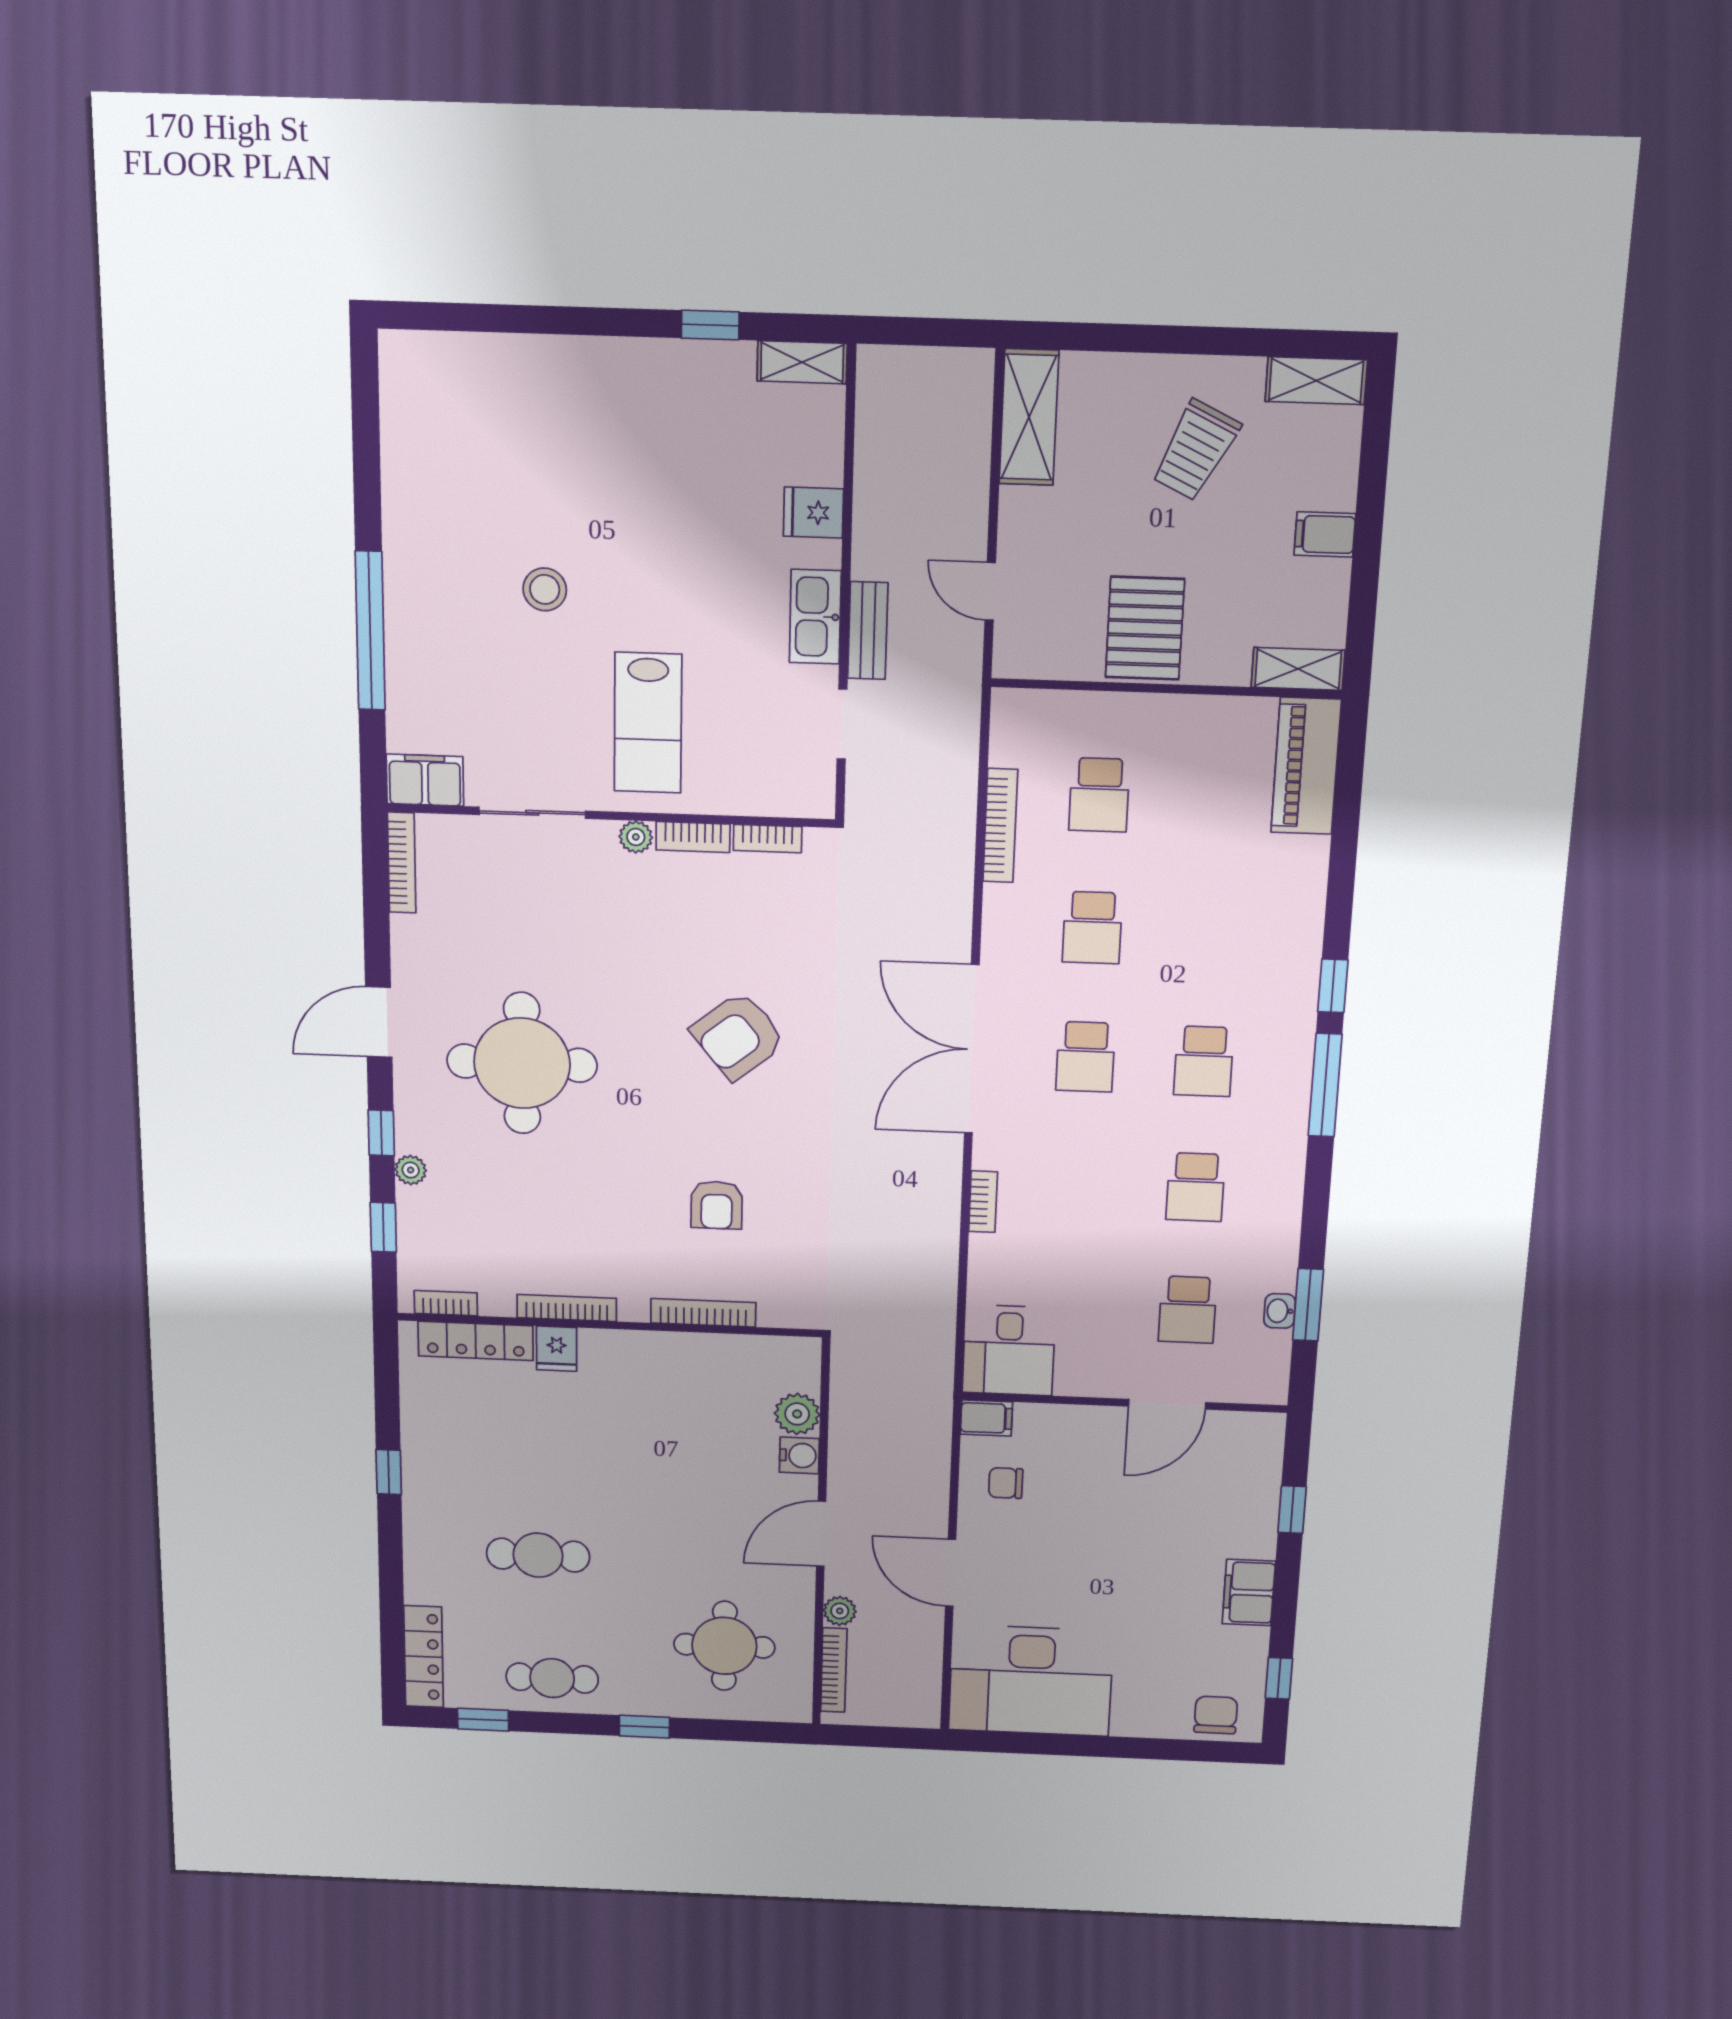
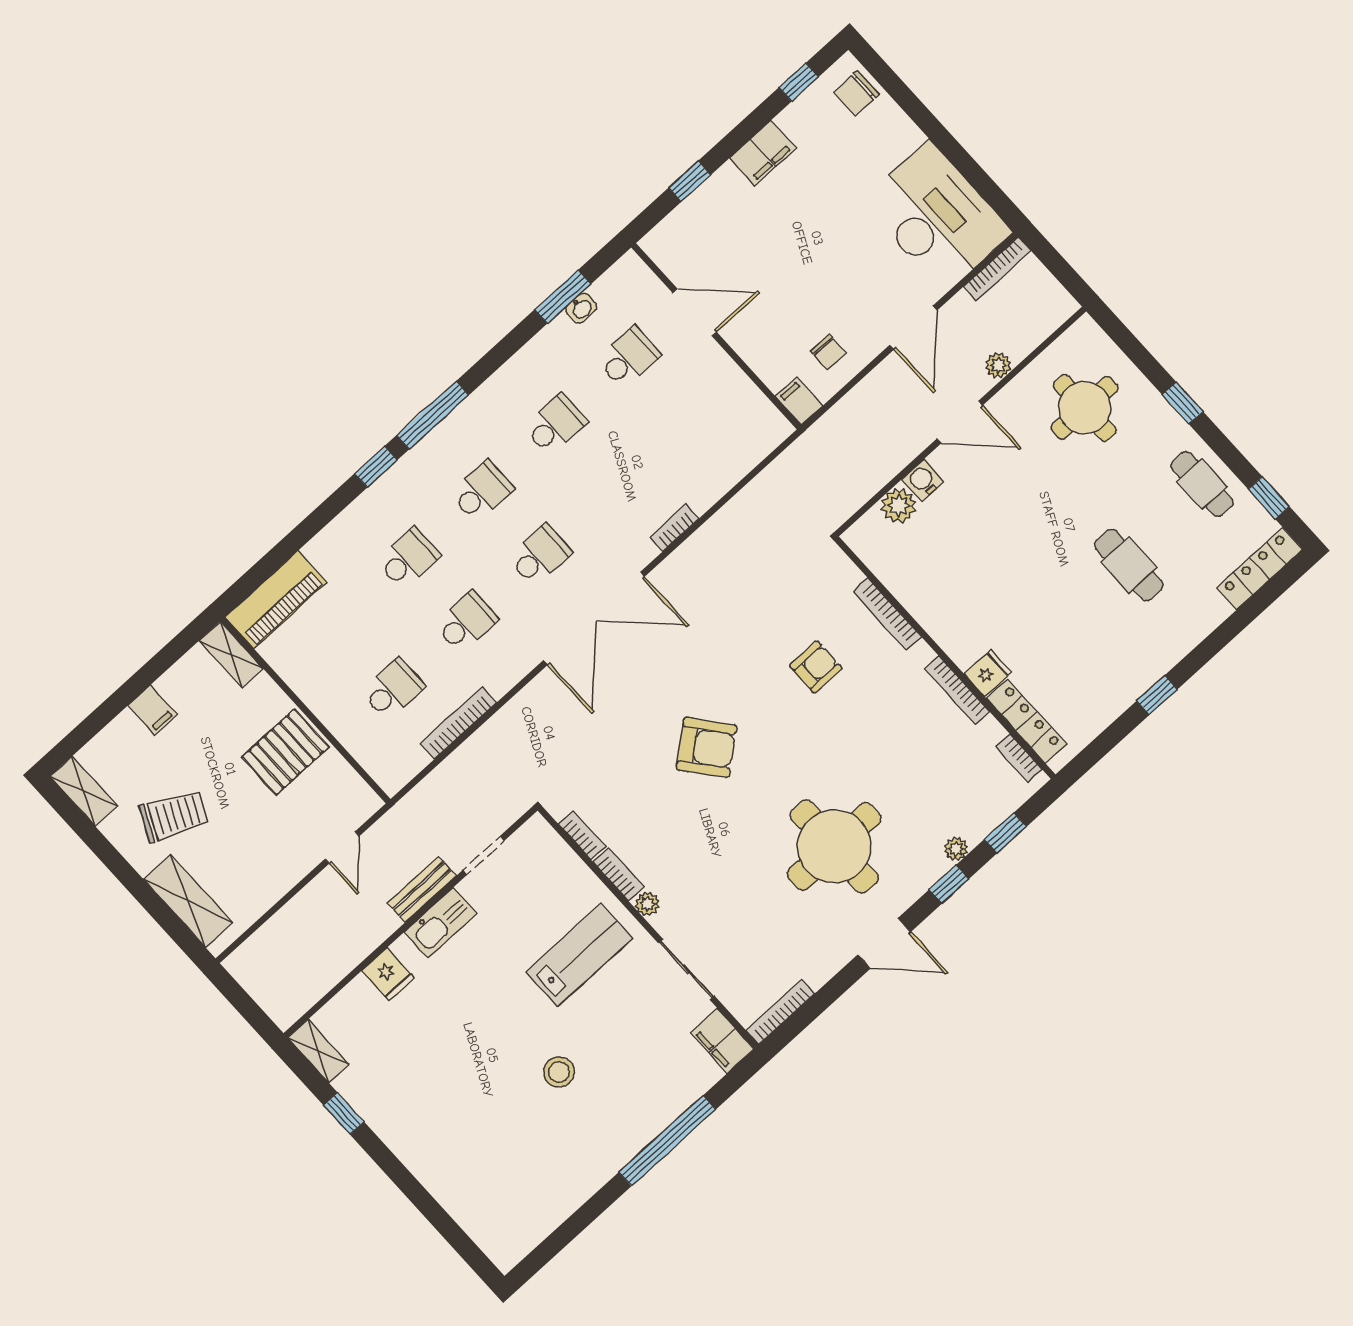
shelving: (1029, 417) -> (188, 901), moved, turned 90
school desk: (1212, 932) -> (408, 558), added
desk: (1009, 1350) -> (747, 429), removed
bookcase: (834, 1670) -> (997, 269), moved, turned 180

